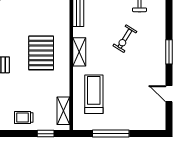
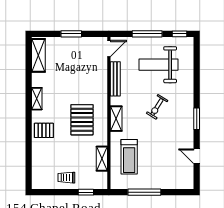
treadmill: (94, 94) -> (129, 157), turned 180
shelving: (63, 111) -> (102, 159), moved

